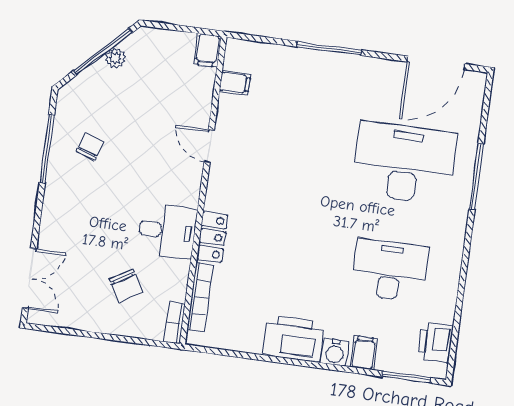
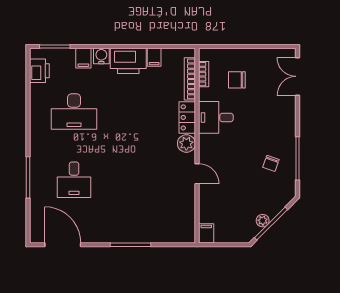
door: (436, 63) -> (63, 245), hinge flipped
filing cabinet: (235, 83) -> (154, 57), moved, turned -90
desk: (404, 163) -> (74, 180), width x0.53, depth x0.77
plant: (219, 196) -> (186, 143), added
chair: (126, 286) -> (237, 80), turned -59
bookcase: (174, 323) -> (204, 74), moved

